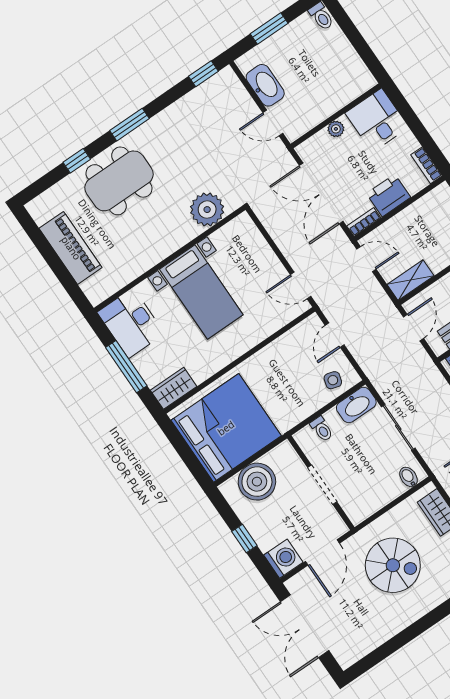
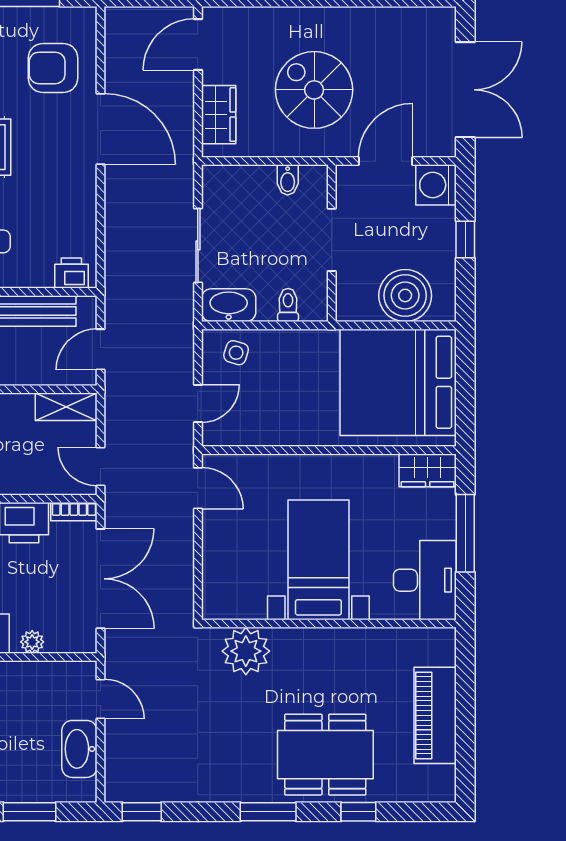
bidet: (408, 477) -> (288, 180), moved

